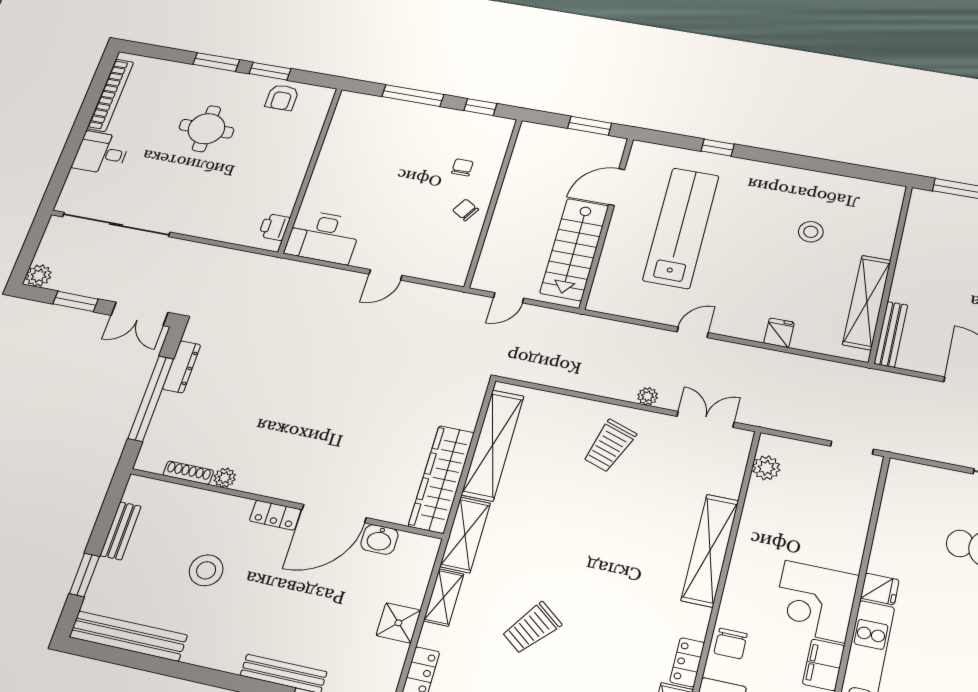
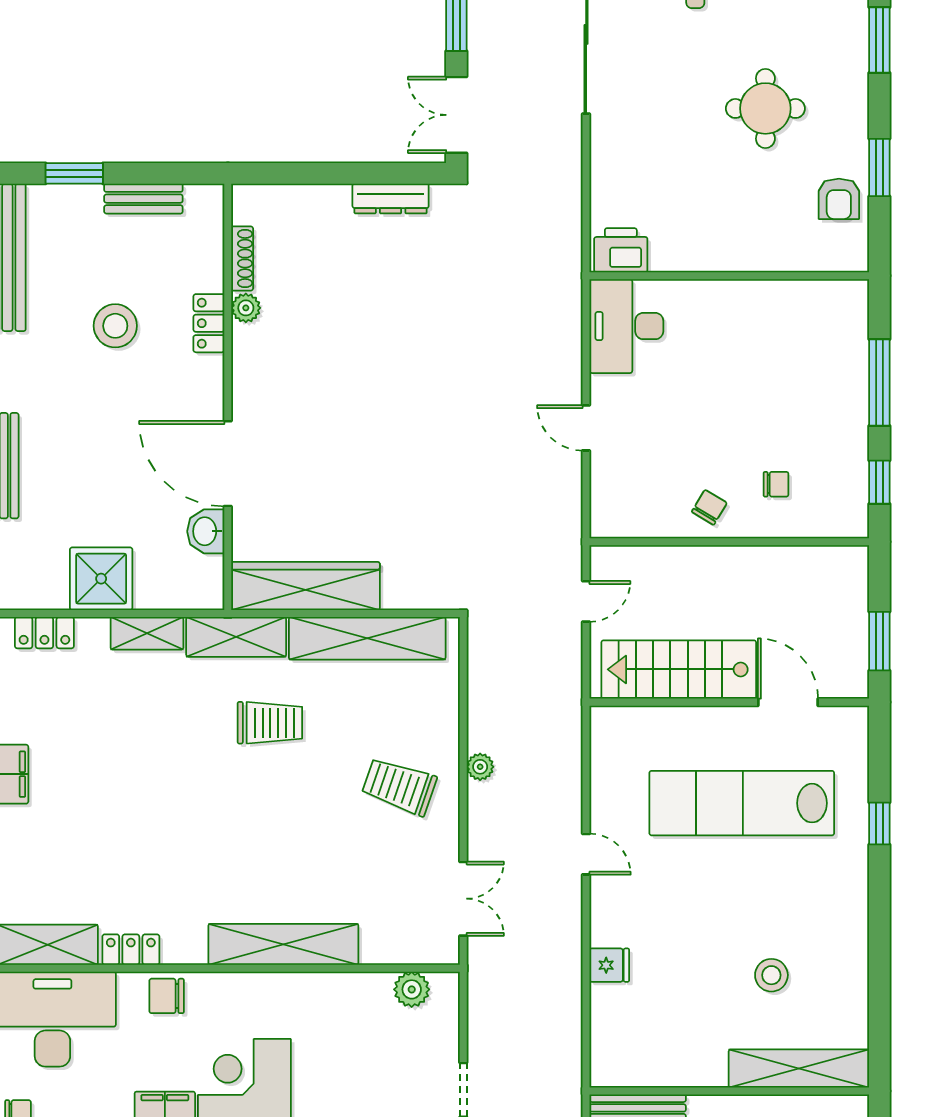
window: (216, 62) -> (879, 40), moved
armchair: (282, 97) -> (839, 199), turned -90
printer: (274, 227) -> (621, 250), width x1.36, depth x1.24
lab bench: (681, 228) -> (742, 803), turned 180
door: (509, 298) -> (586, 601), swing flipped
shelving: (867, 302) -> (799, 1068), moved
plant: (648, 396) -> (480, 767), moved
window: (151, 398) -> (336, 173), removed
locker: (275, 515) -> (209, 323), moved
shower: (398, 623) -> (101, 579), width x1.36, depth x1.36
trolley: (532, 628) -> (270, 723), moved, turned 142

